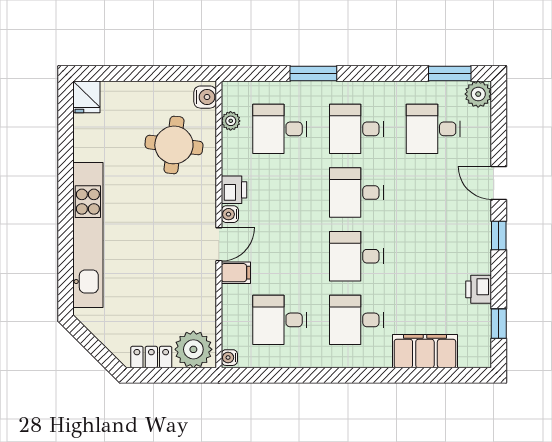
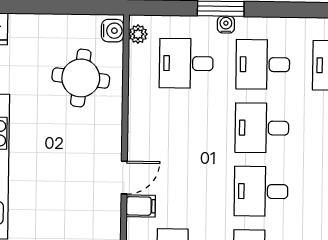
plant: (231, 121) -> (138, 34), moved
printer: (234, 190) -> (140, 124), removed
water cooler: (230, 214) -> (226, 25), moved, turned 90

